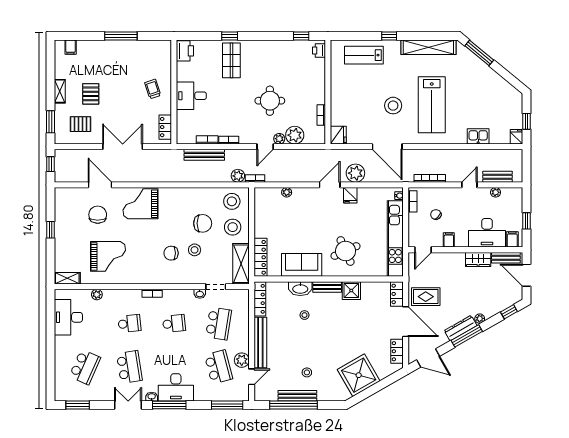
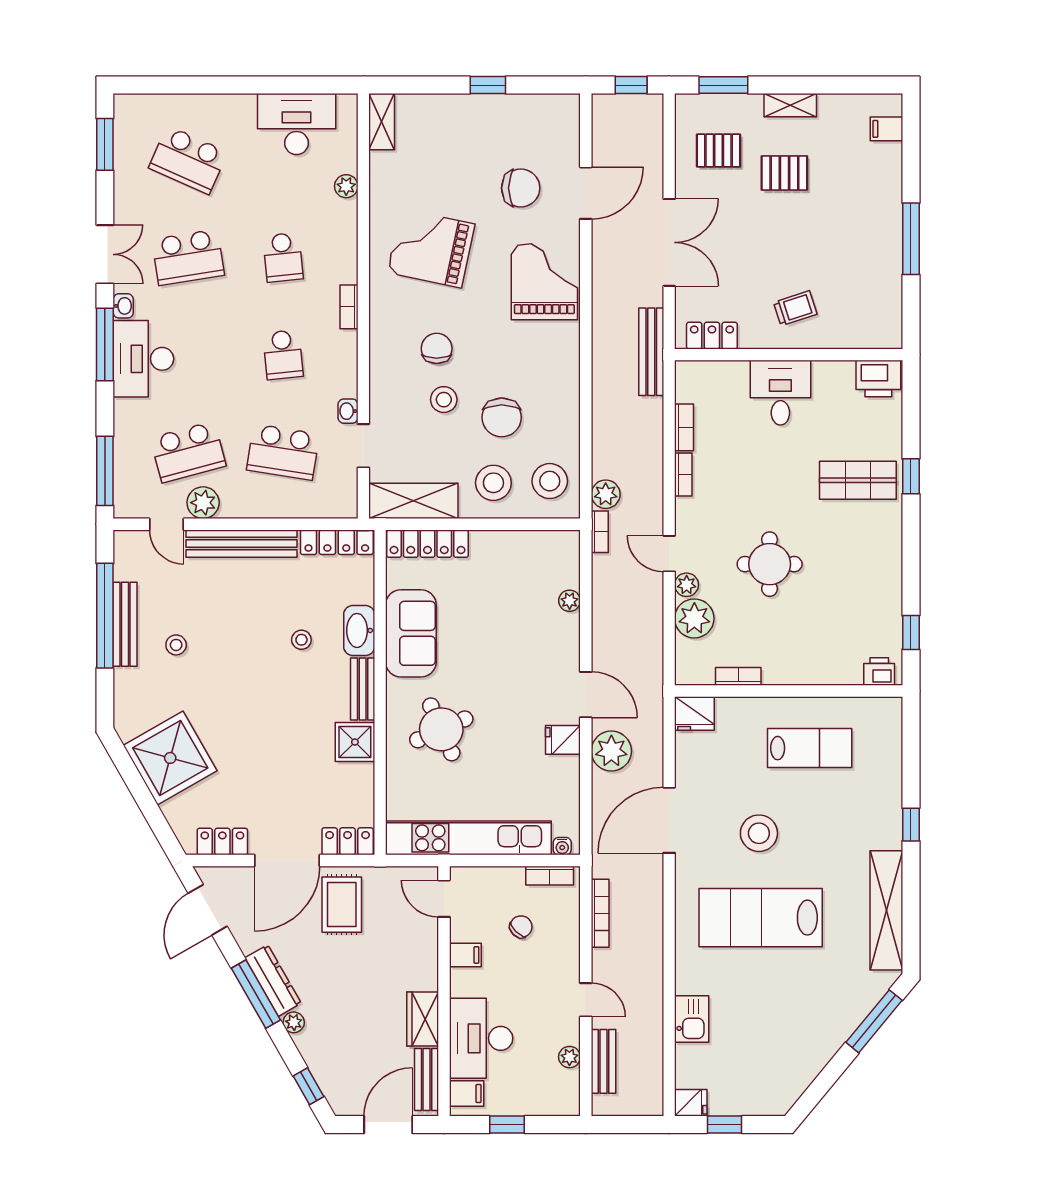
lab bench: (364, 55) -> (810, 748), moved, turned 90
pallet: (80, 124) -> (719, 151), turned 90
bench: (204, 155) -> (651, 352), moved
grand piano: (108, 256) -> (431, 248), moved, turned 102

